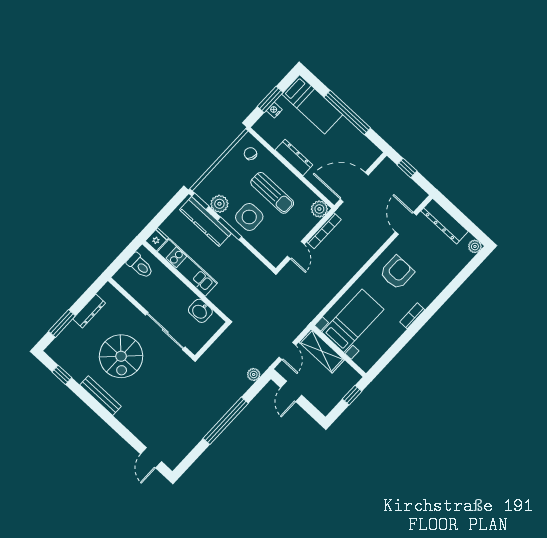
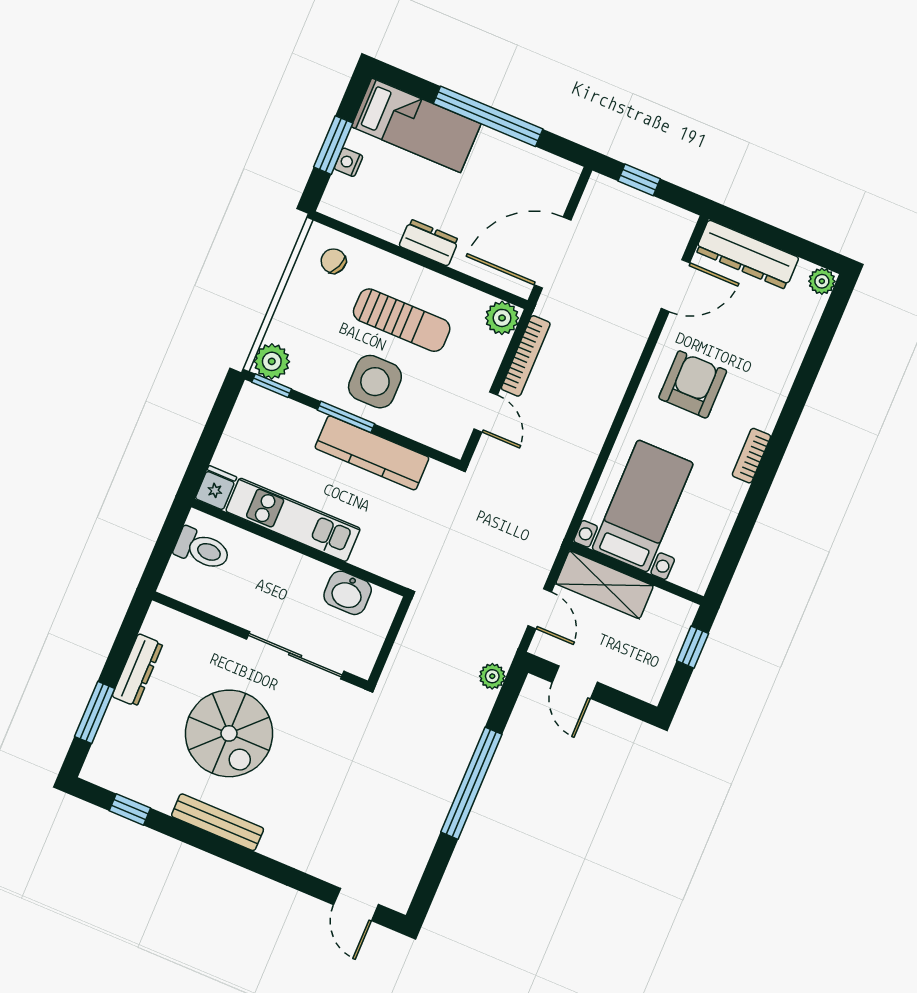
dresser: (294, 157) -> (429, 243), width x0.70
plant: (219, 204) -> (272, 361), moved
kitchen counter: (205, 222) -> (372, 453), moved
door: (406, 223) -> (675, 286), swing flipped

